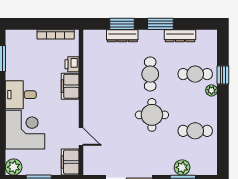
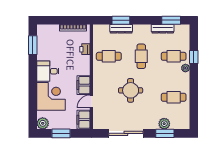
window: (160, 24) -> (171, 20), moved
cafe table: (105, 74) -> (109, 56), added
filing cabinet: (70, 86) -> (83, 85), moved
round table: (152, 115) -> (131, 90), moved
door: (81, 137) -> (91, 101), swing flipped

